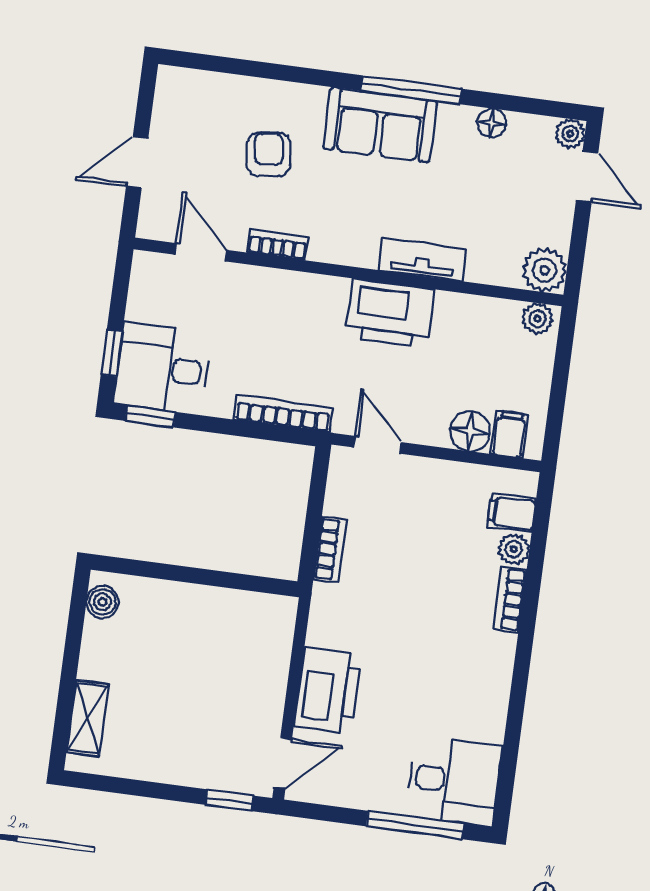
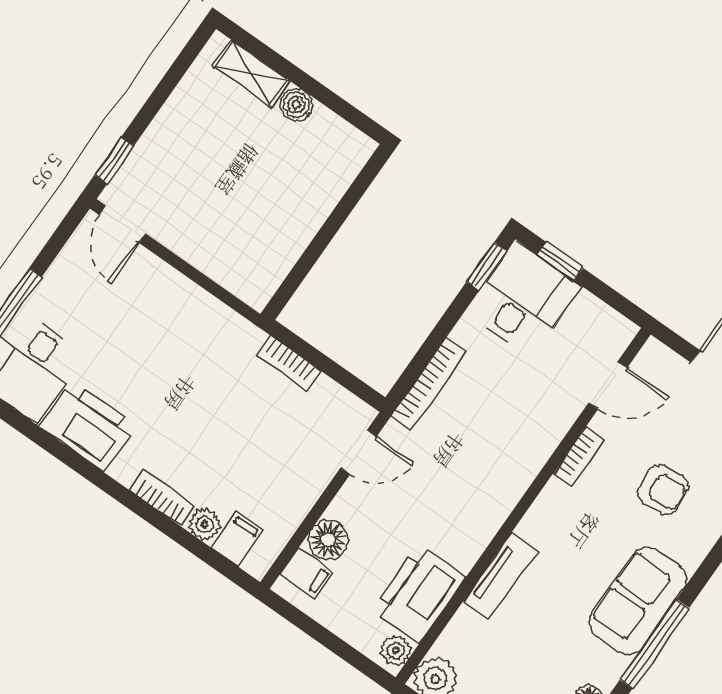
printer: (390, 313) -> (418, 594), moved
boiler: (103, 602) -> (296, 105), moved
printer: (328, 690) -> (88, 426), moved, turned 180

